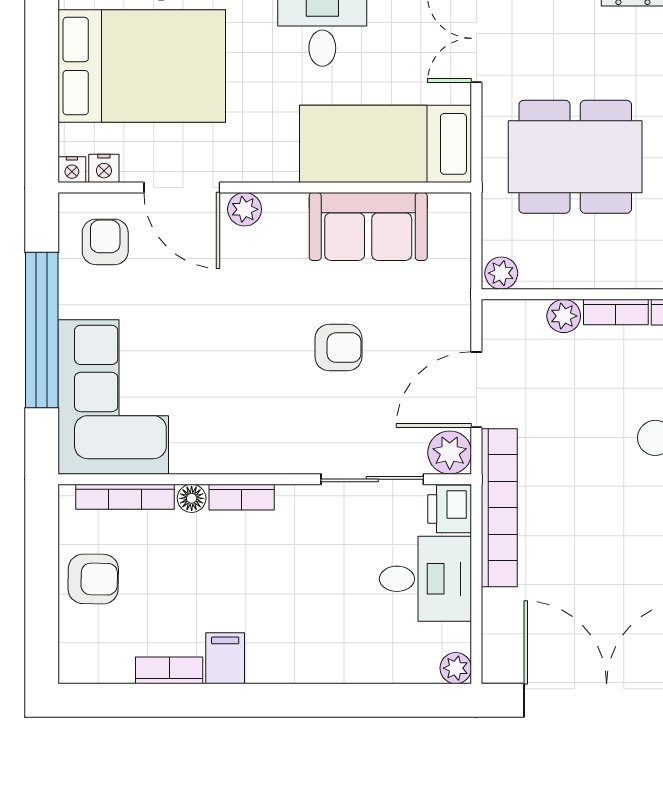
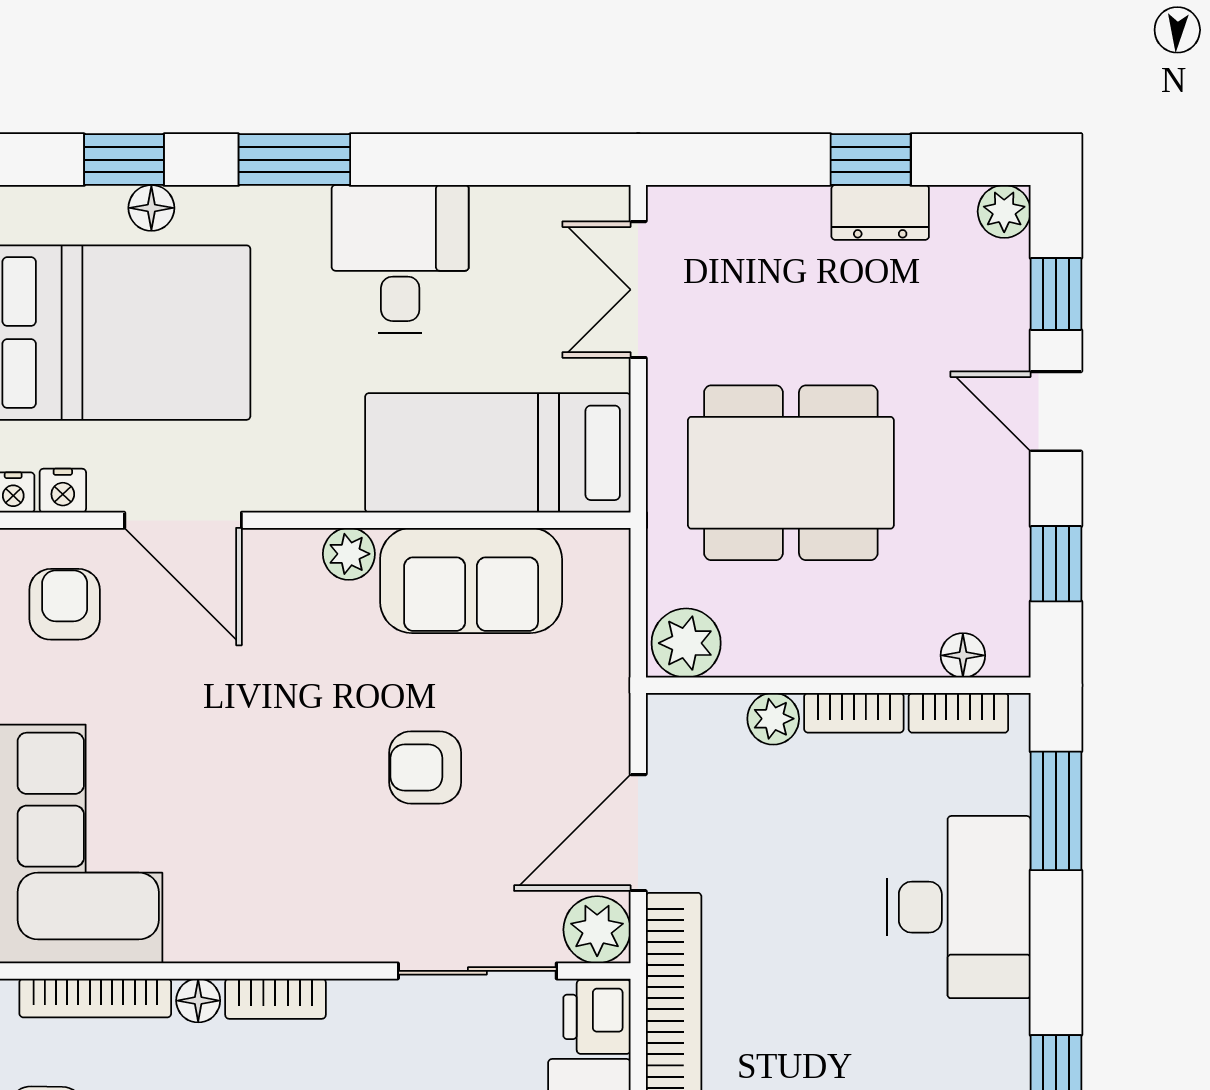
plant: (245, 209) -> (349, 554), moved
plant: (501, 273) -> (686, 643), width x1.38, depth x1.38
armchair: (338, 348) -> (425, 767), turned 180

